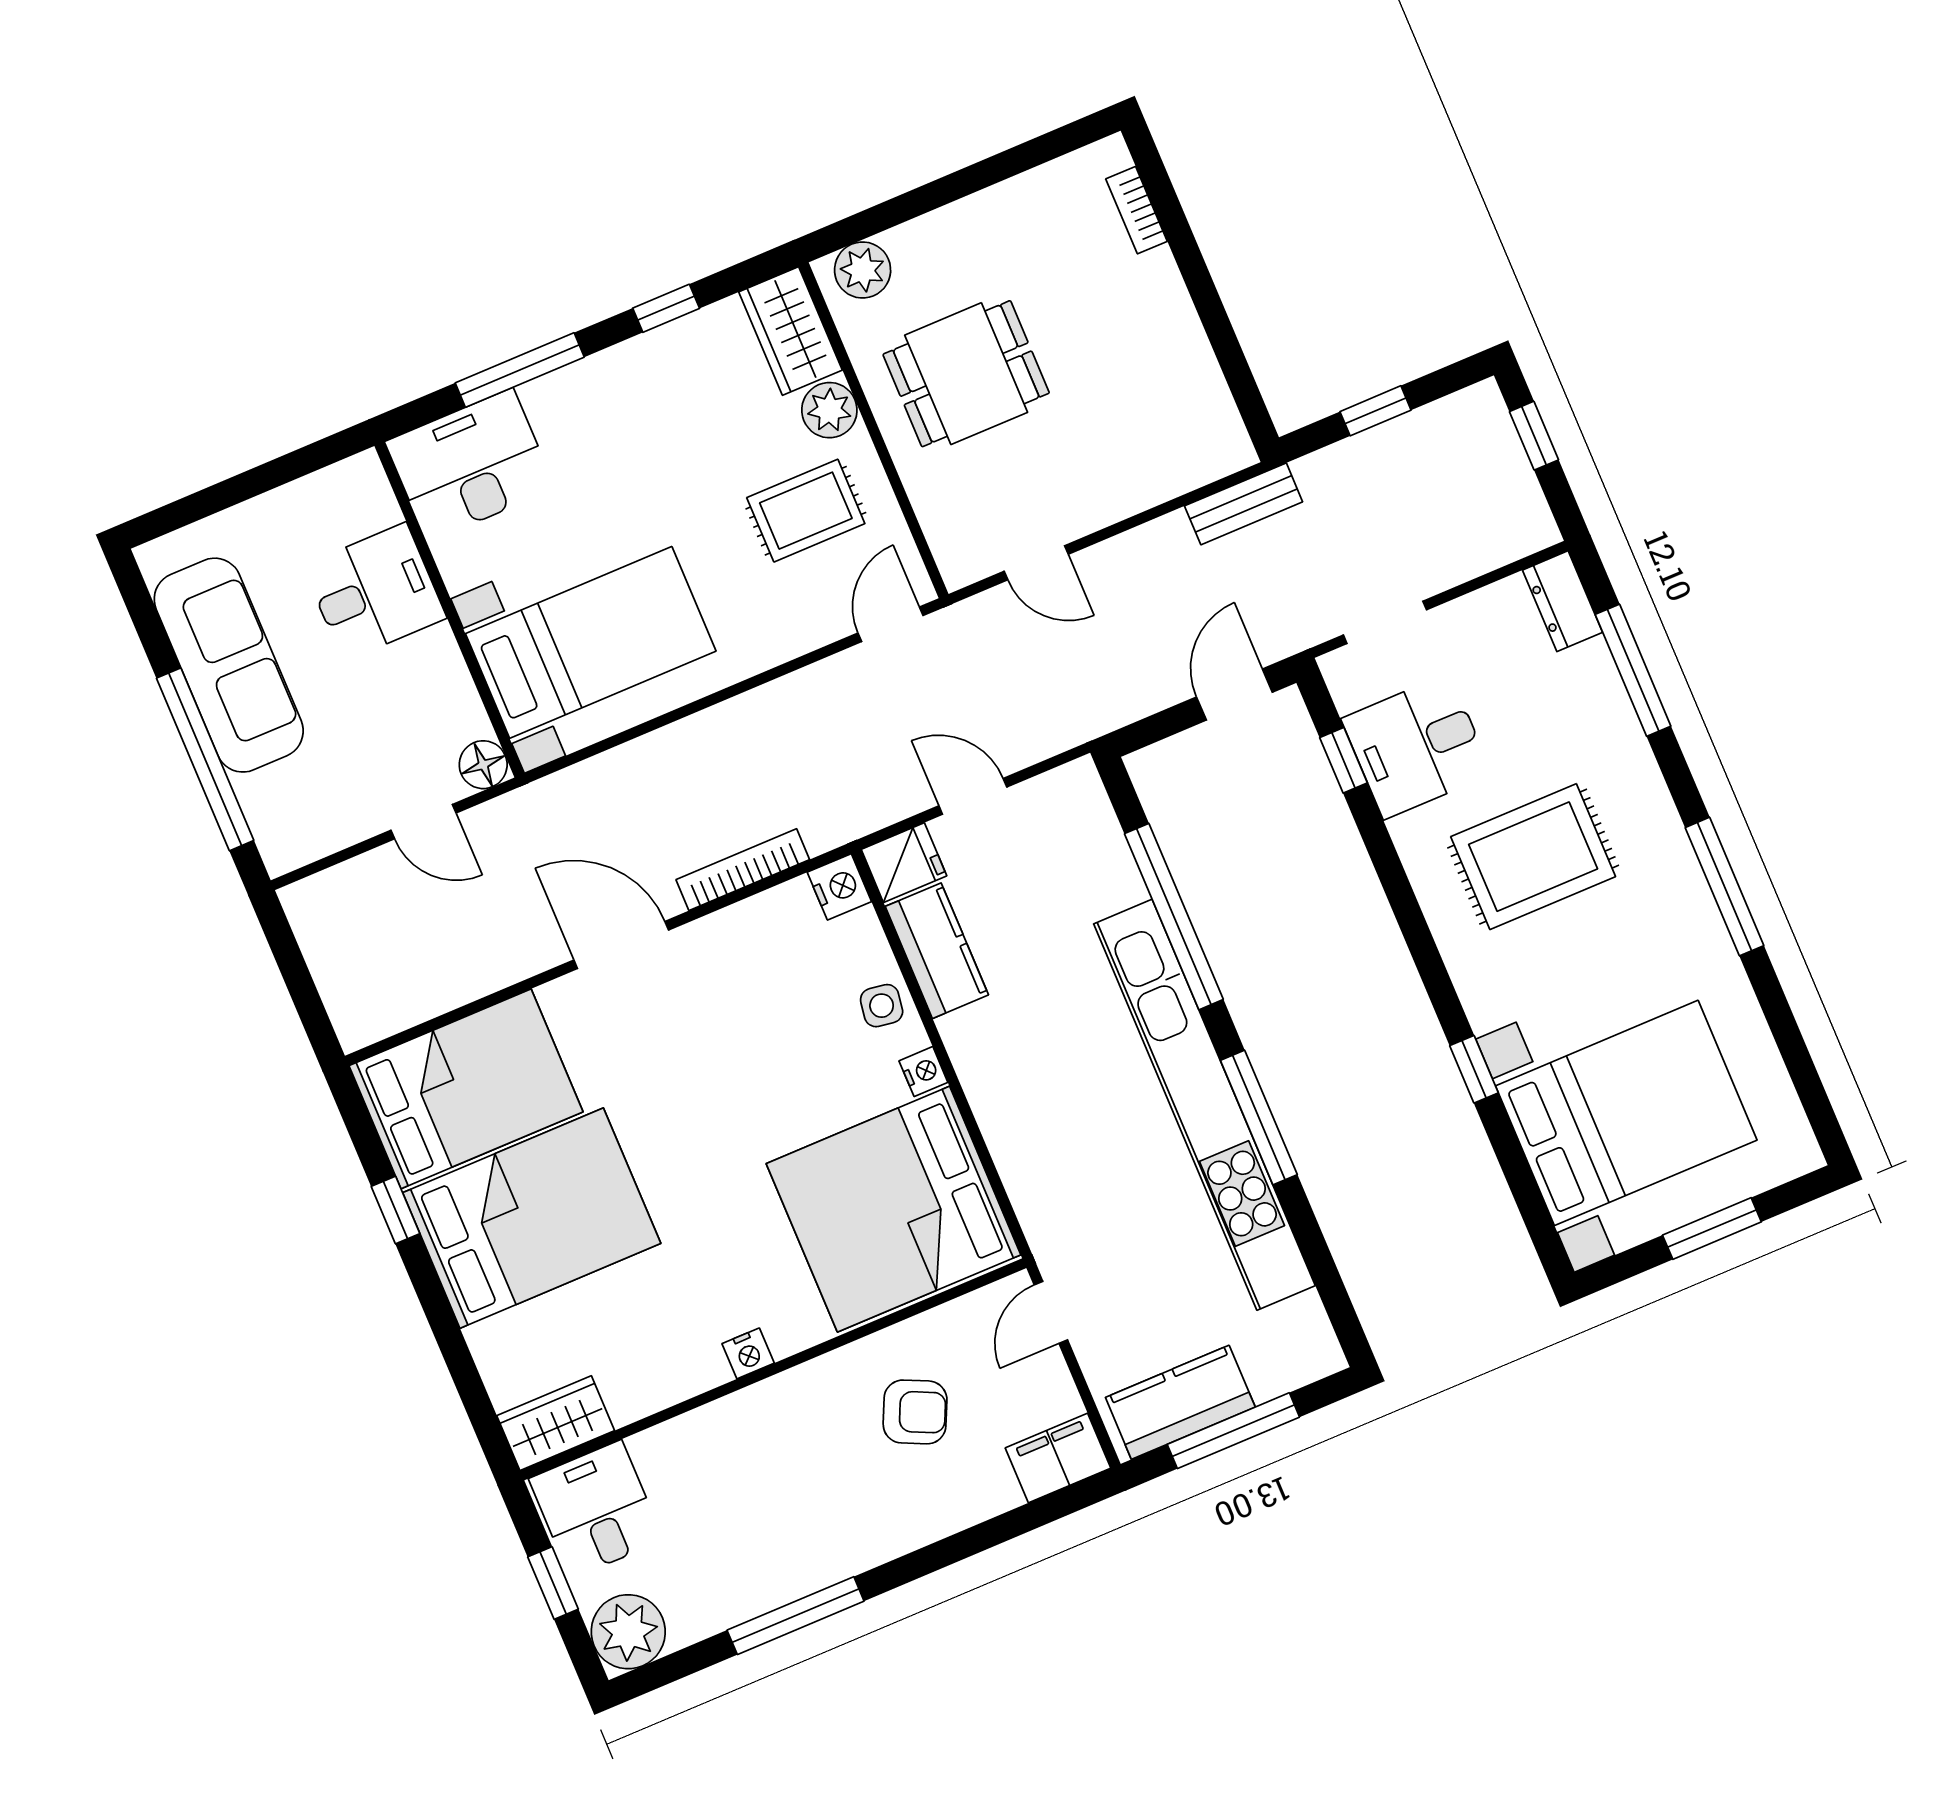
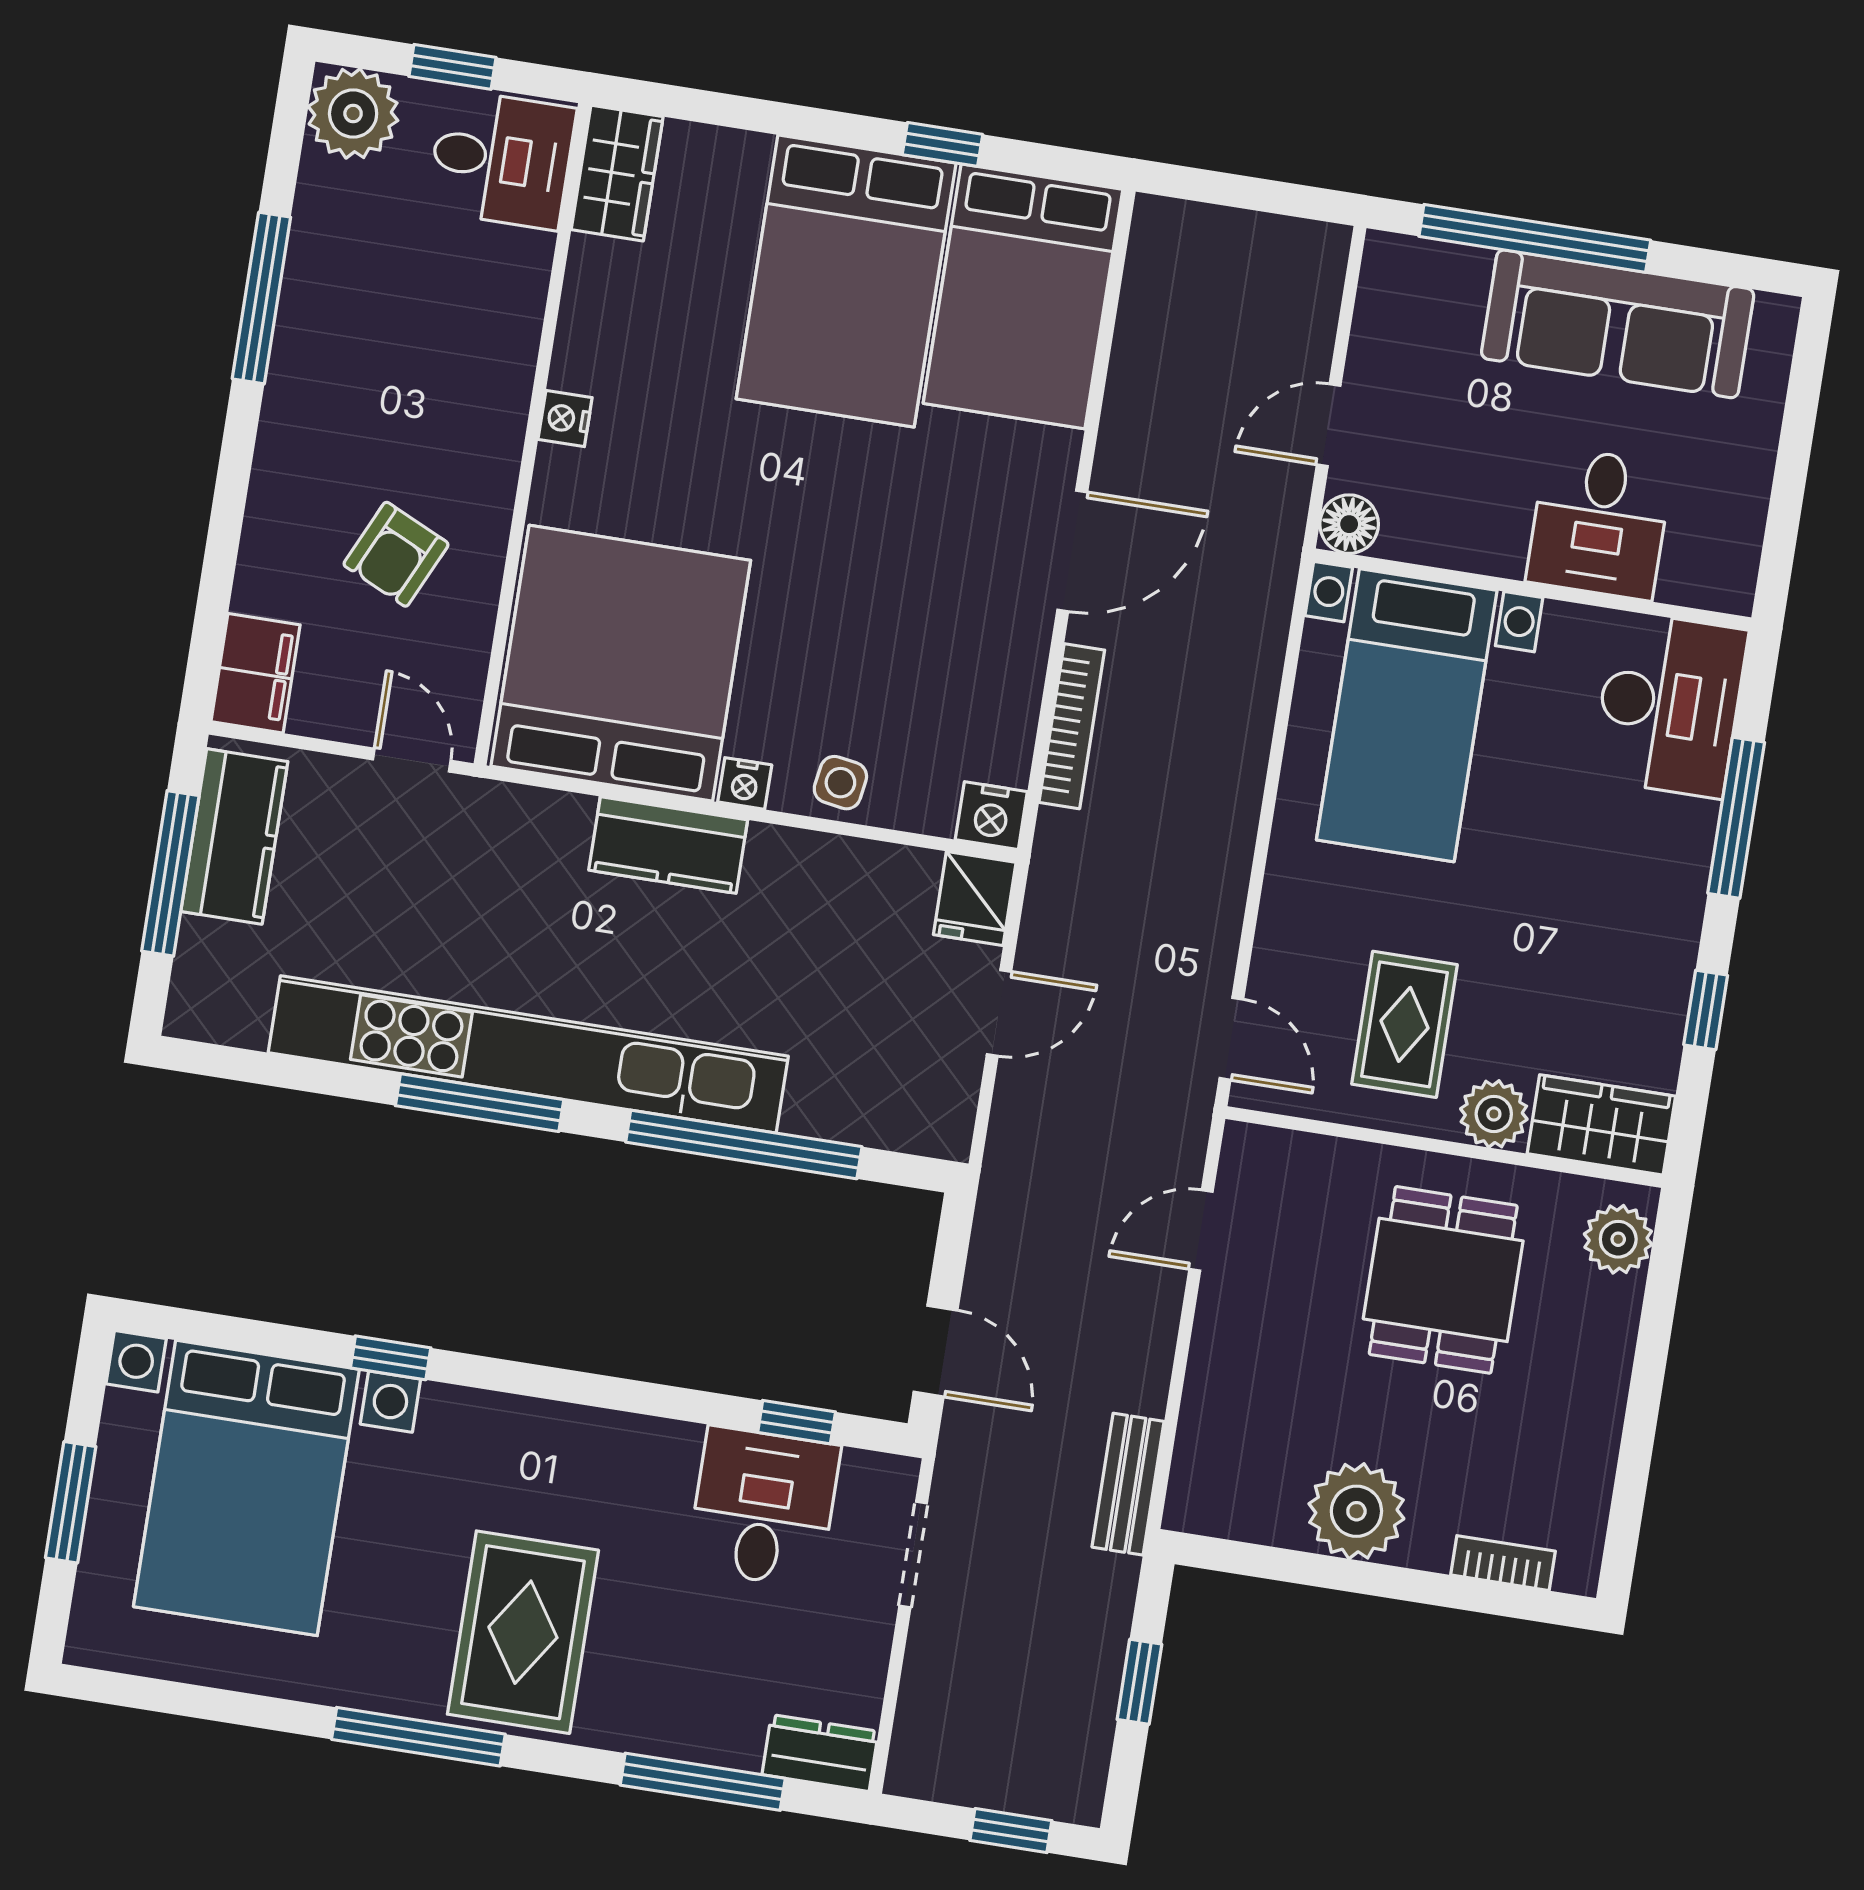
plant: (1164, 334) -> (1356, 1511), added
rug: (1533, 857) -> (523, 1632), moved
kitchen counter: (937, 951) -> (668, 845), moved

